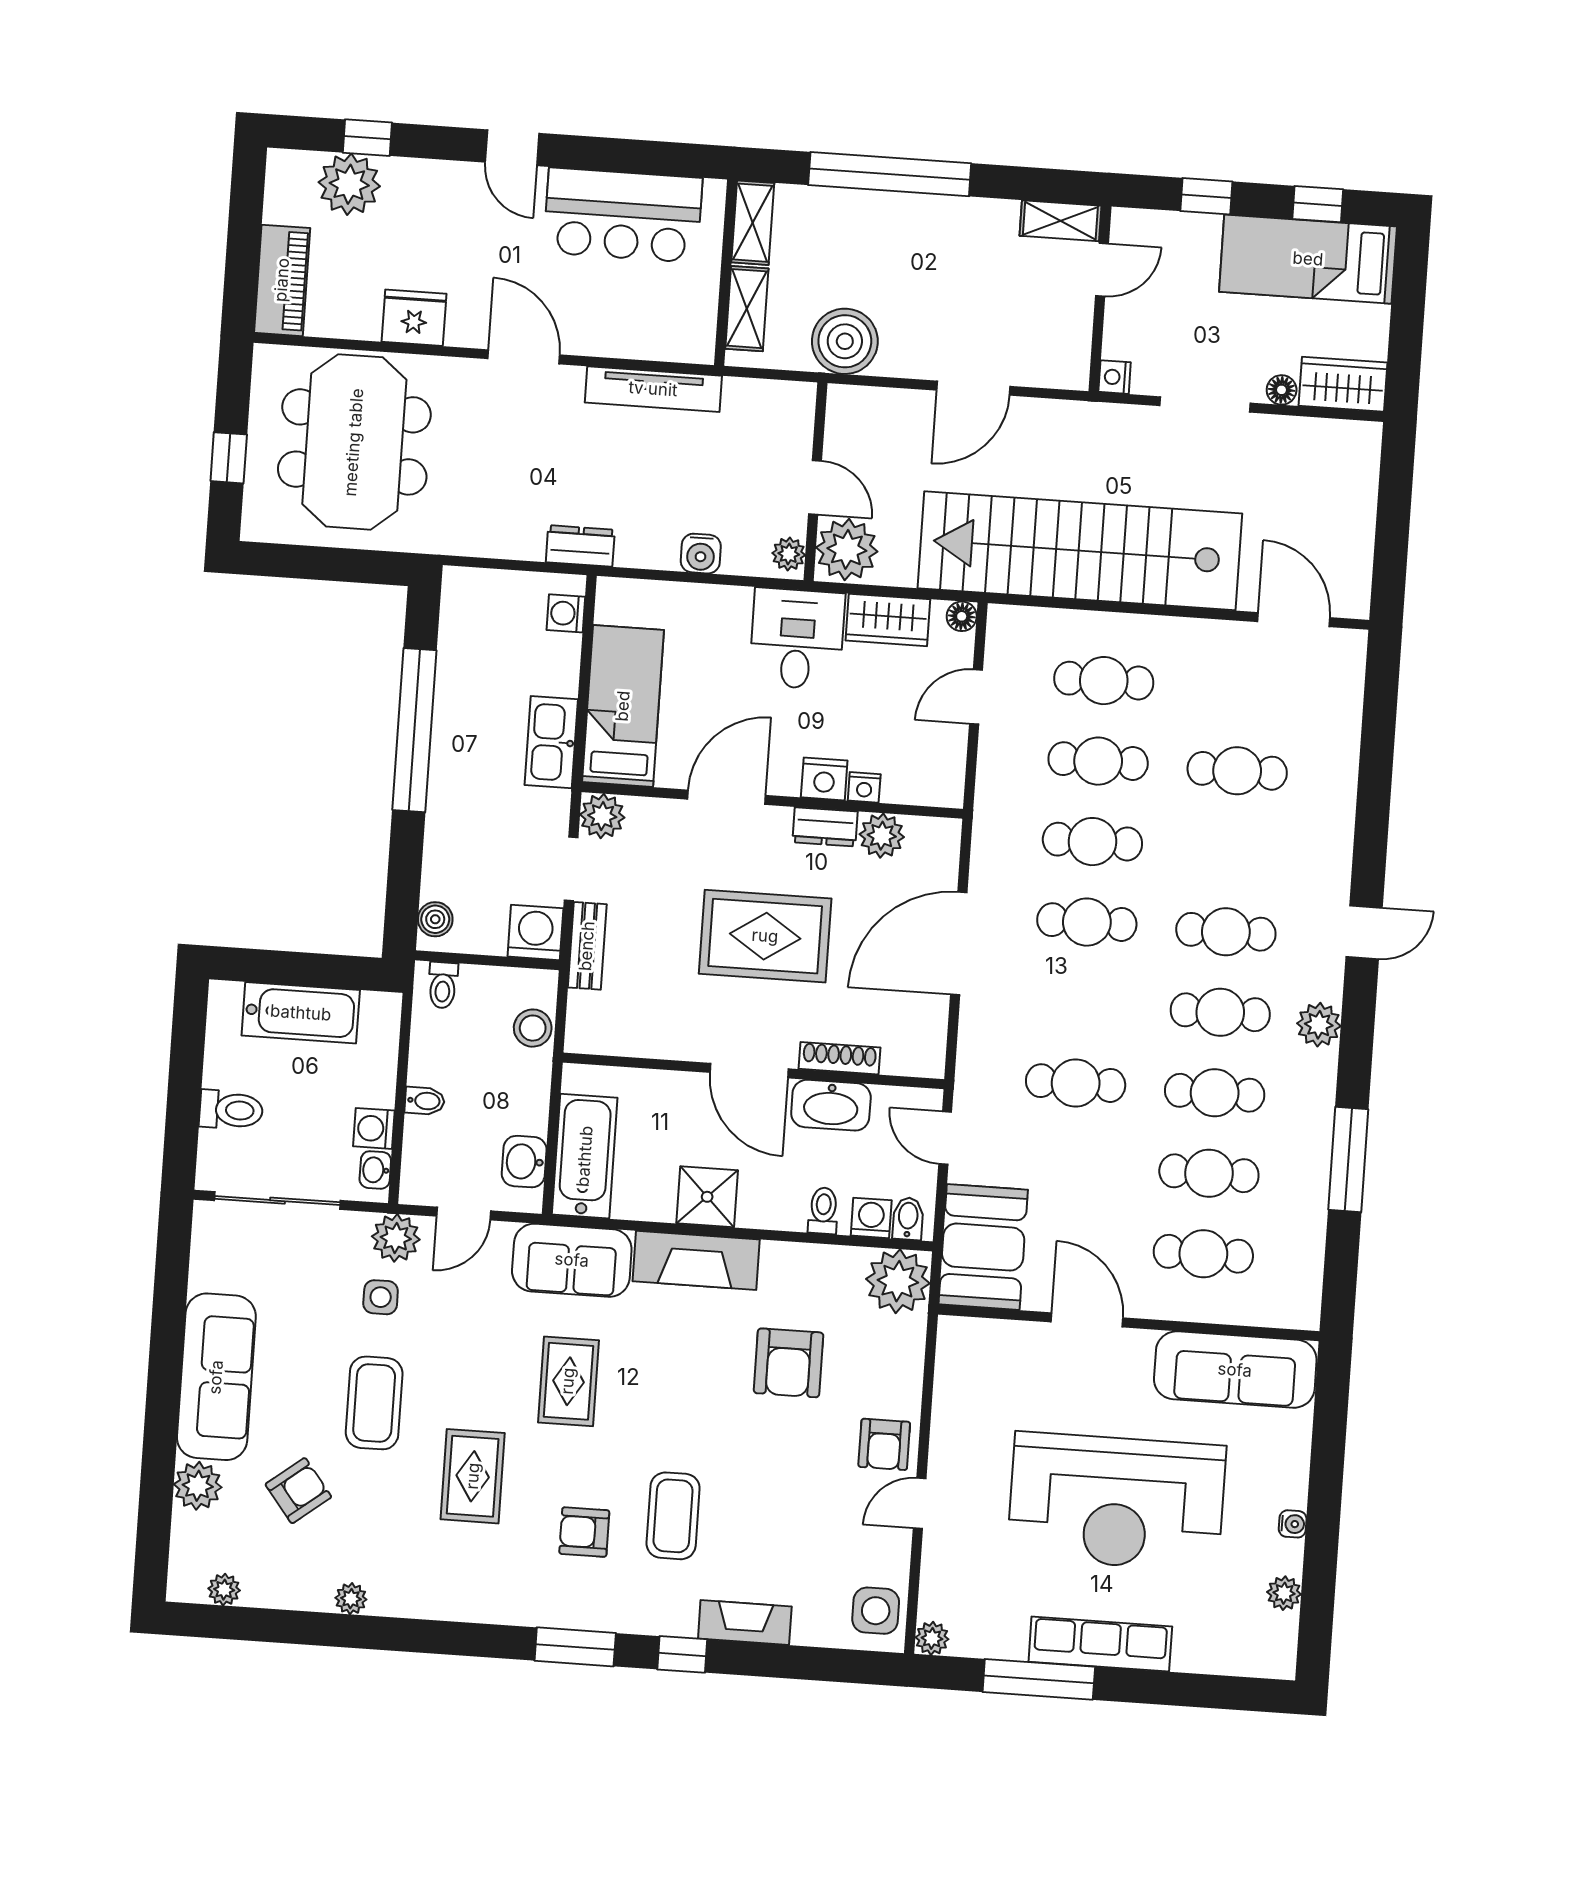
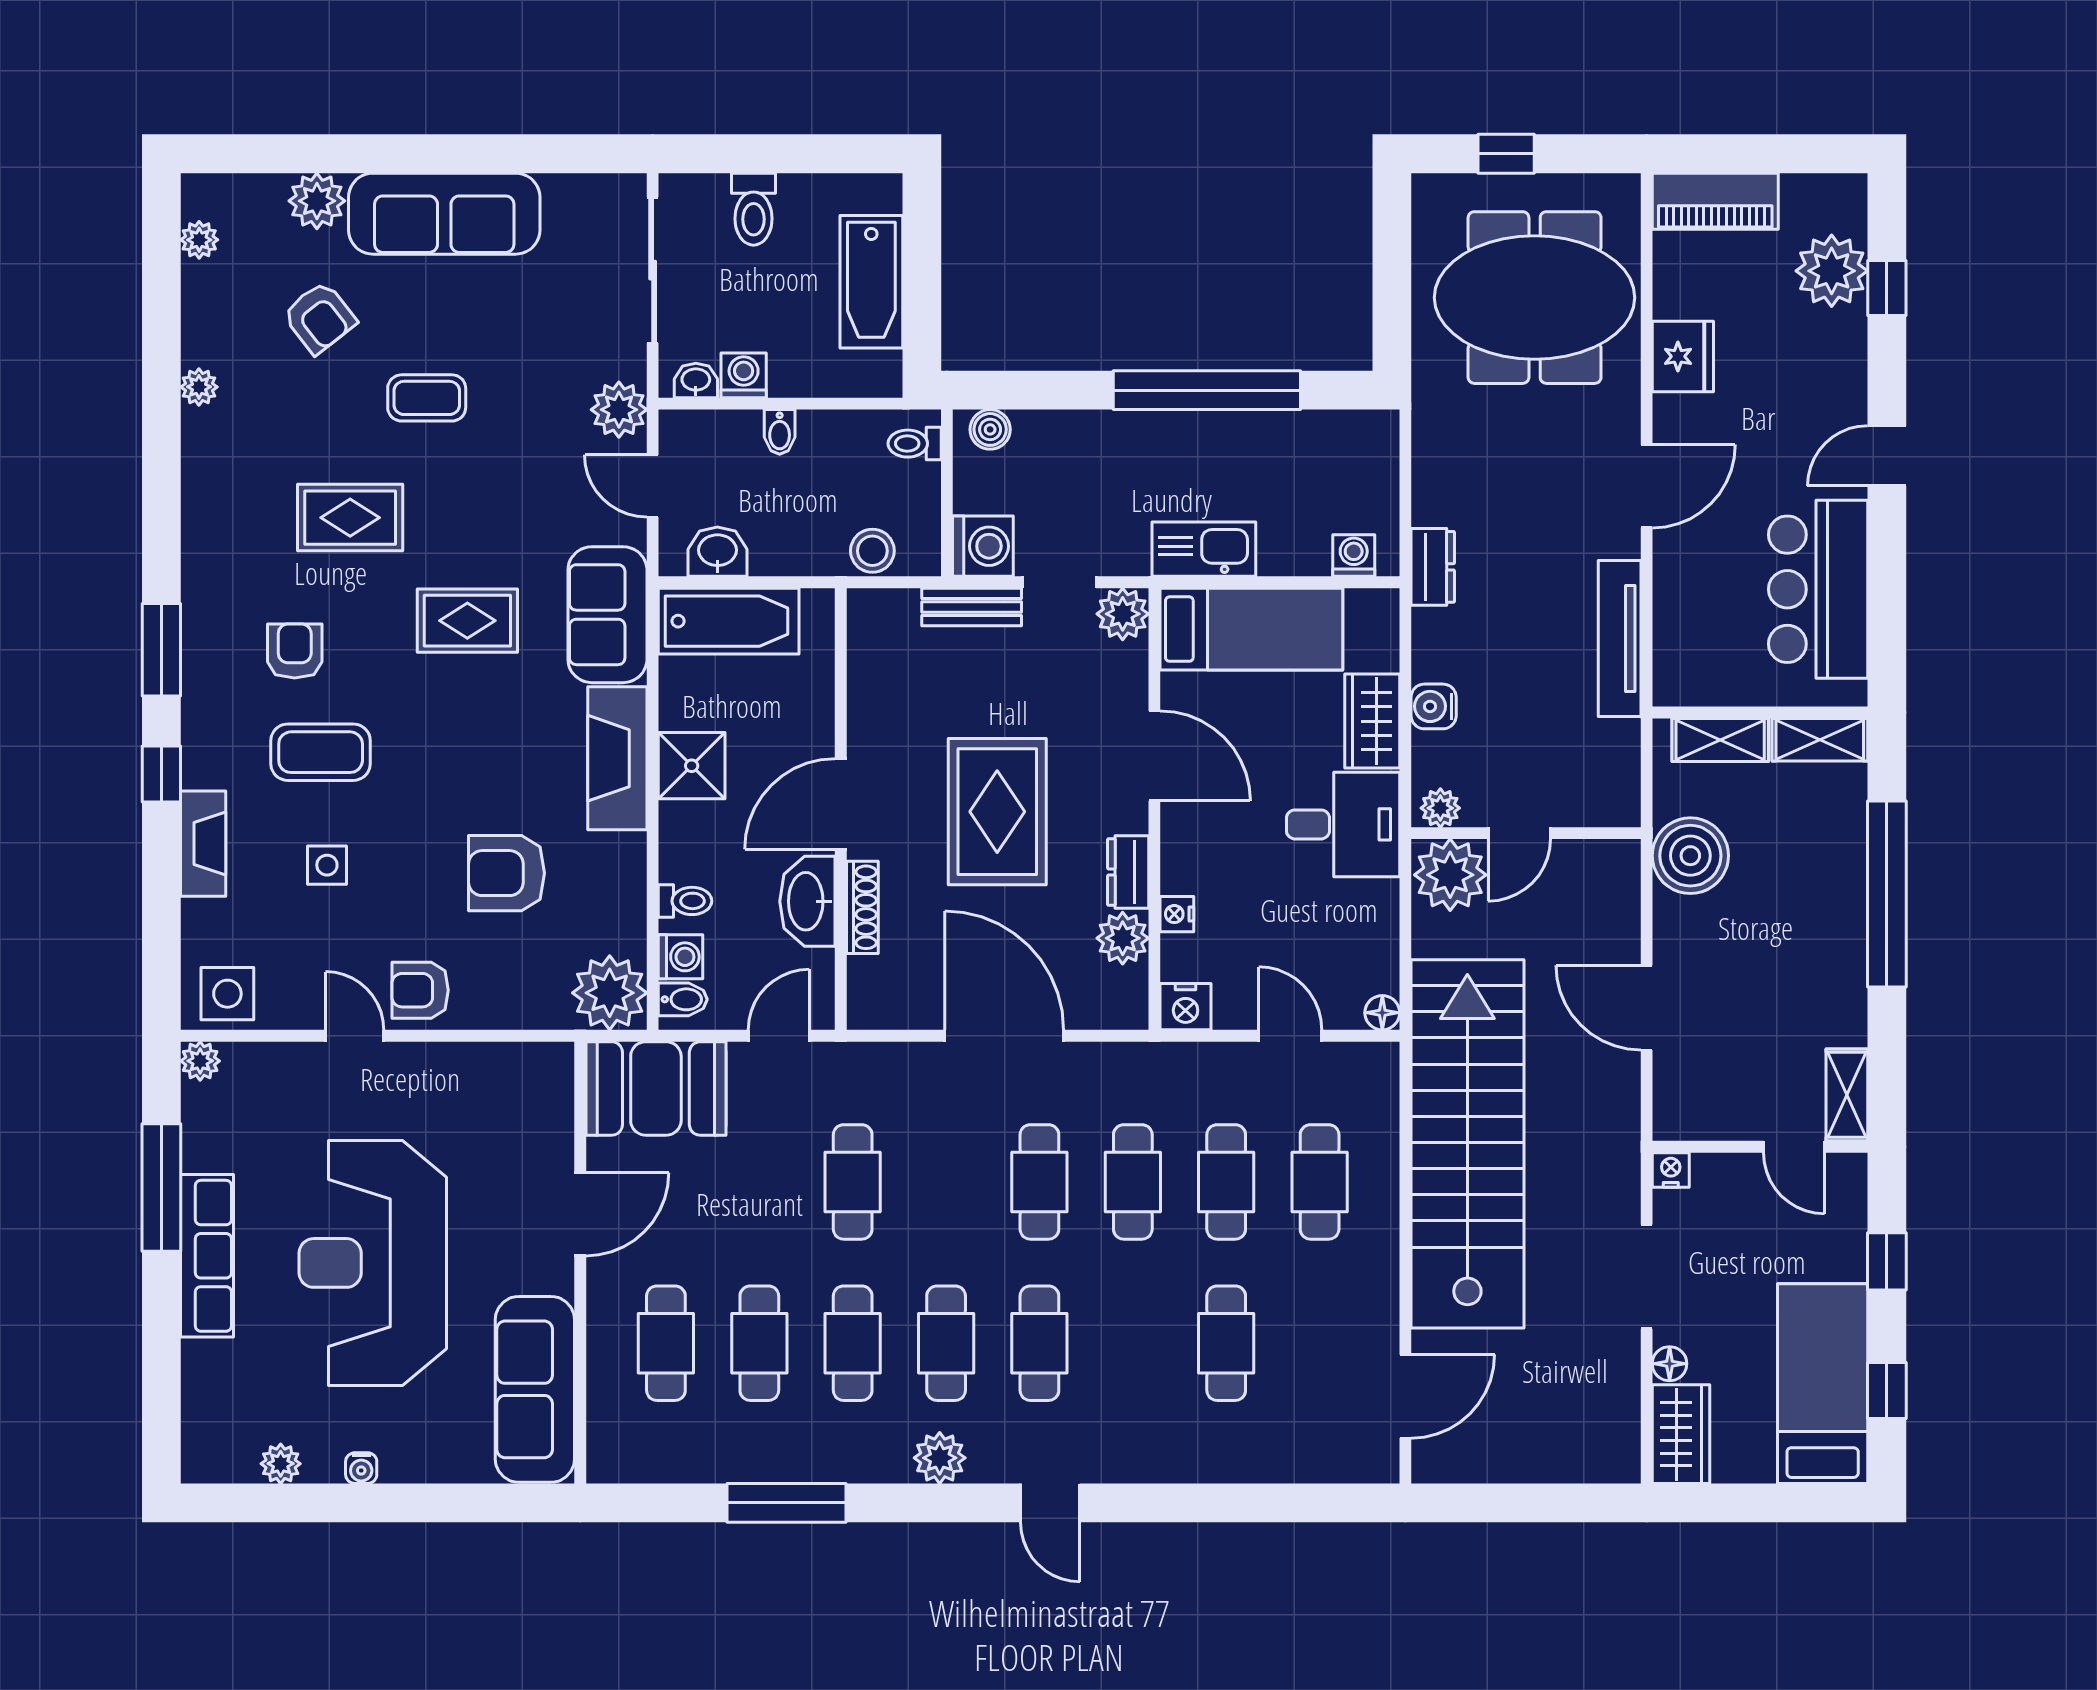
wardrobe: (888, 620) -> (1372, 721), moved
nightstand: (824, 779) -> (1186, 1007), moved, turned -90
side table: (381, 1297) -> (327, 865), moved
coffee table: (374, 1403) -> (427, 398), width x0.73, depth x0.77

